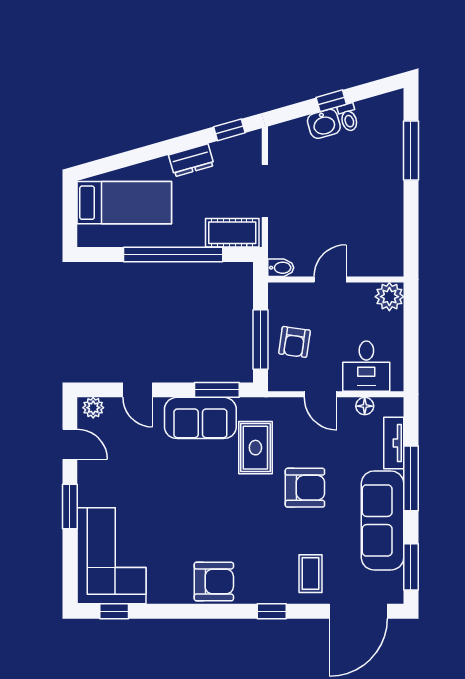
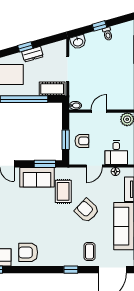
washbasin: (324, 124) -> (78, 42), moved
window: (229, 130) -> (25, 47), moved
window: (260, 340) -> (66, 140), width x0.69
armchair: (294, 342) -> (82, 141), turned -98
door: (320, 394) -> (94, 166), hinge flipped
armchair: (305, 488) -> (87, 211), turned -137
armchair: (214, 582) -> (28, 252), moved, turned 180

